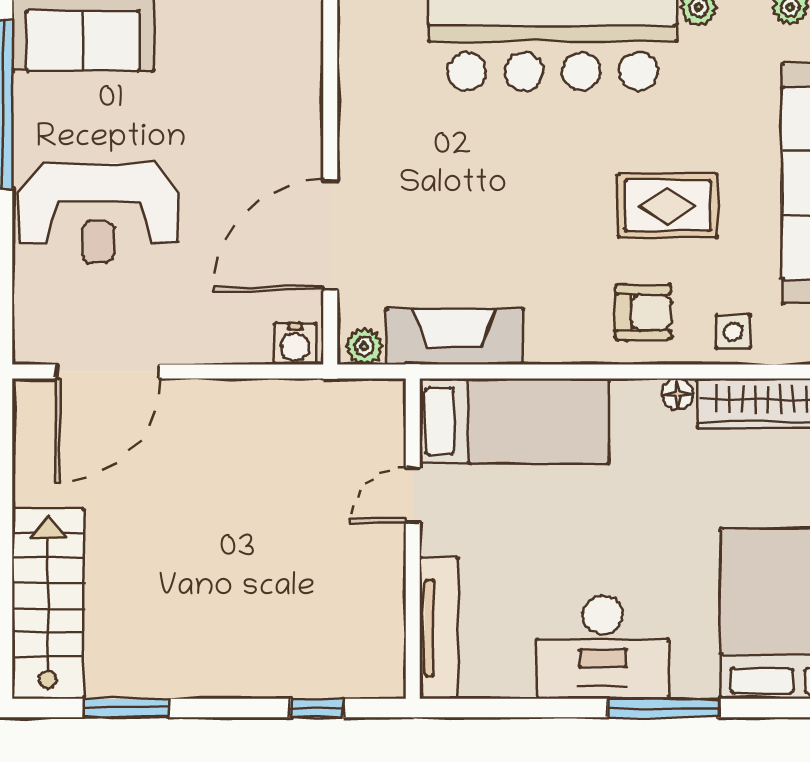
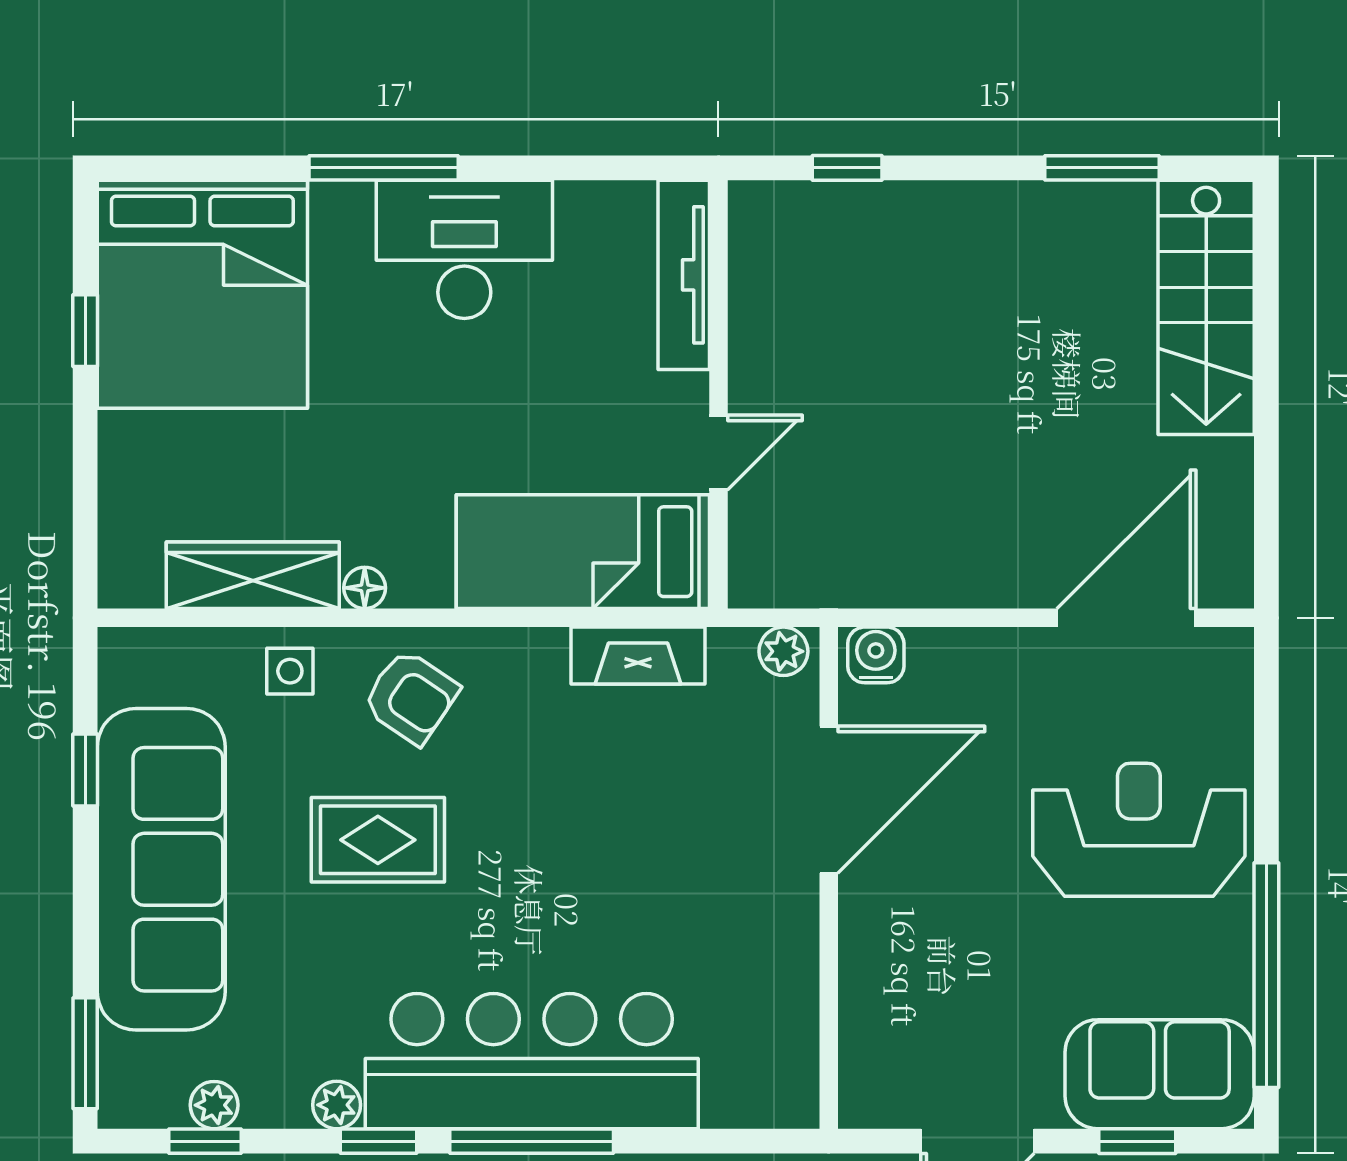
armchair: (643, 312) -> (411, 697), turned -146
fireplace: (455, 336) -> (638, 656), width x0.73, depth x0.76

